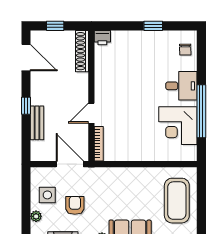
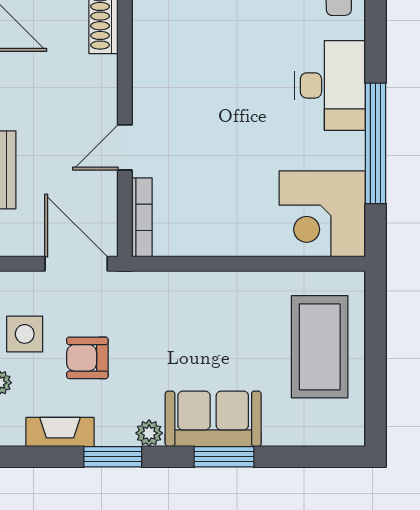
desk: (181, 86) -> (330, 85), width x1.37
corner desk: (178, 126) -> (322, 214), moved
armchair: (75, 205) -> (87, 358), turned -90

